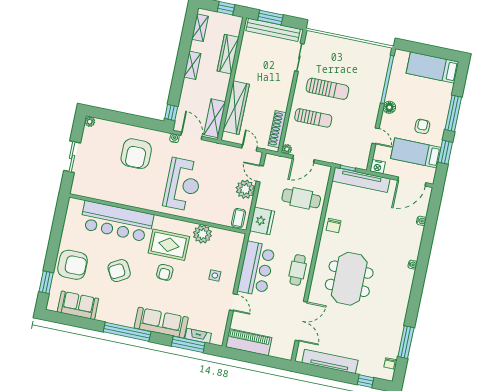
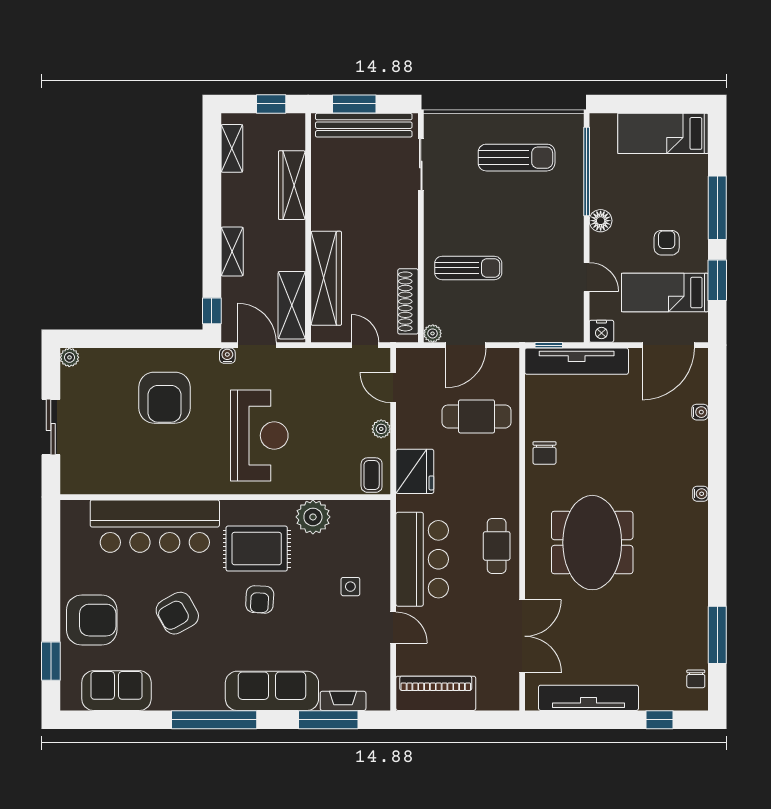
shelving: (192, 65) -> (232, 252), moved
sun lounger: (327, 89) -> (517, 158), moved
plant: (245, 189) -> (381, 429), width x0.53, depth x0.53

